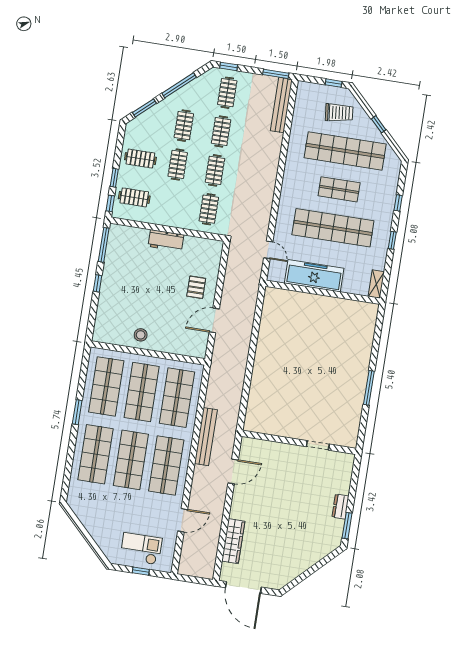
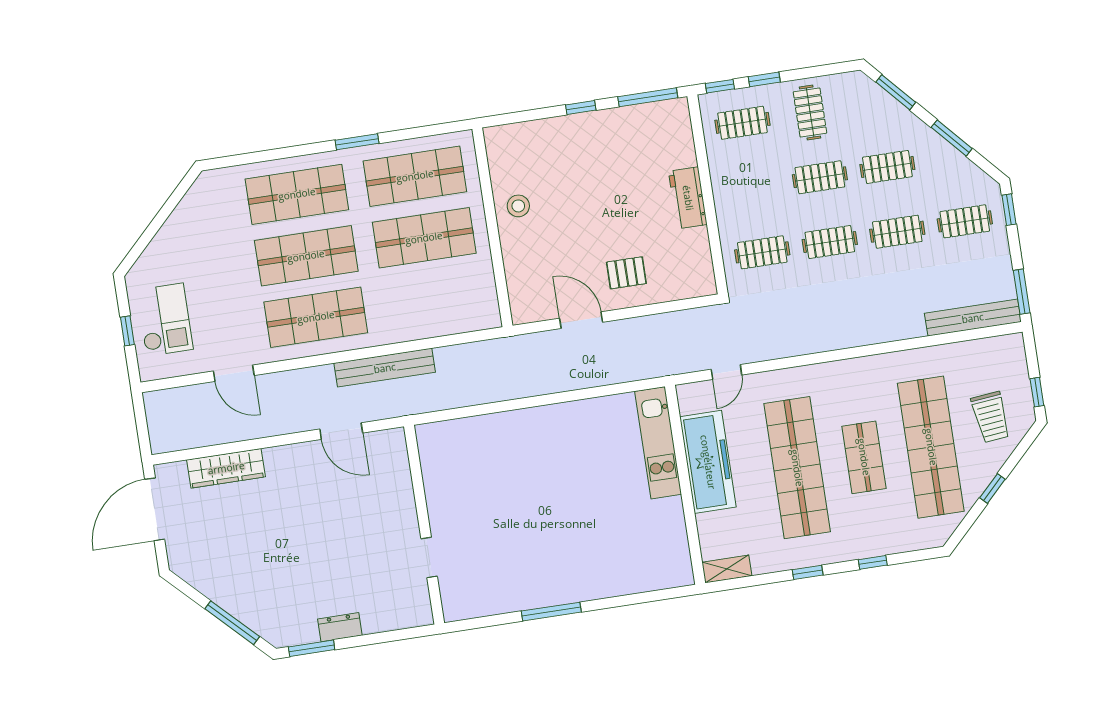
window: (179, 85) -> (952, 138), width x0.69
clothes rail: (134, 197) -> (742, 123), turned 90
kitchen unit: (295, 300) -> (658, 443), added
shop shelf: (177, 398) -> (434, 299), removed
window: (319, 565) -> (232, 623), added

